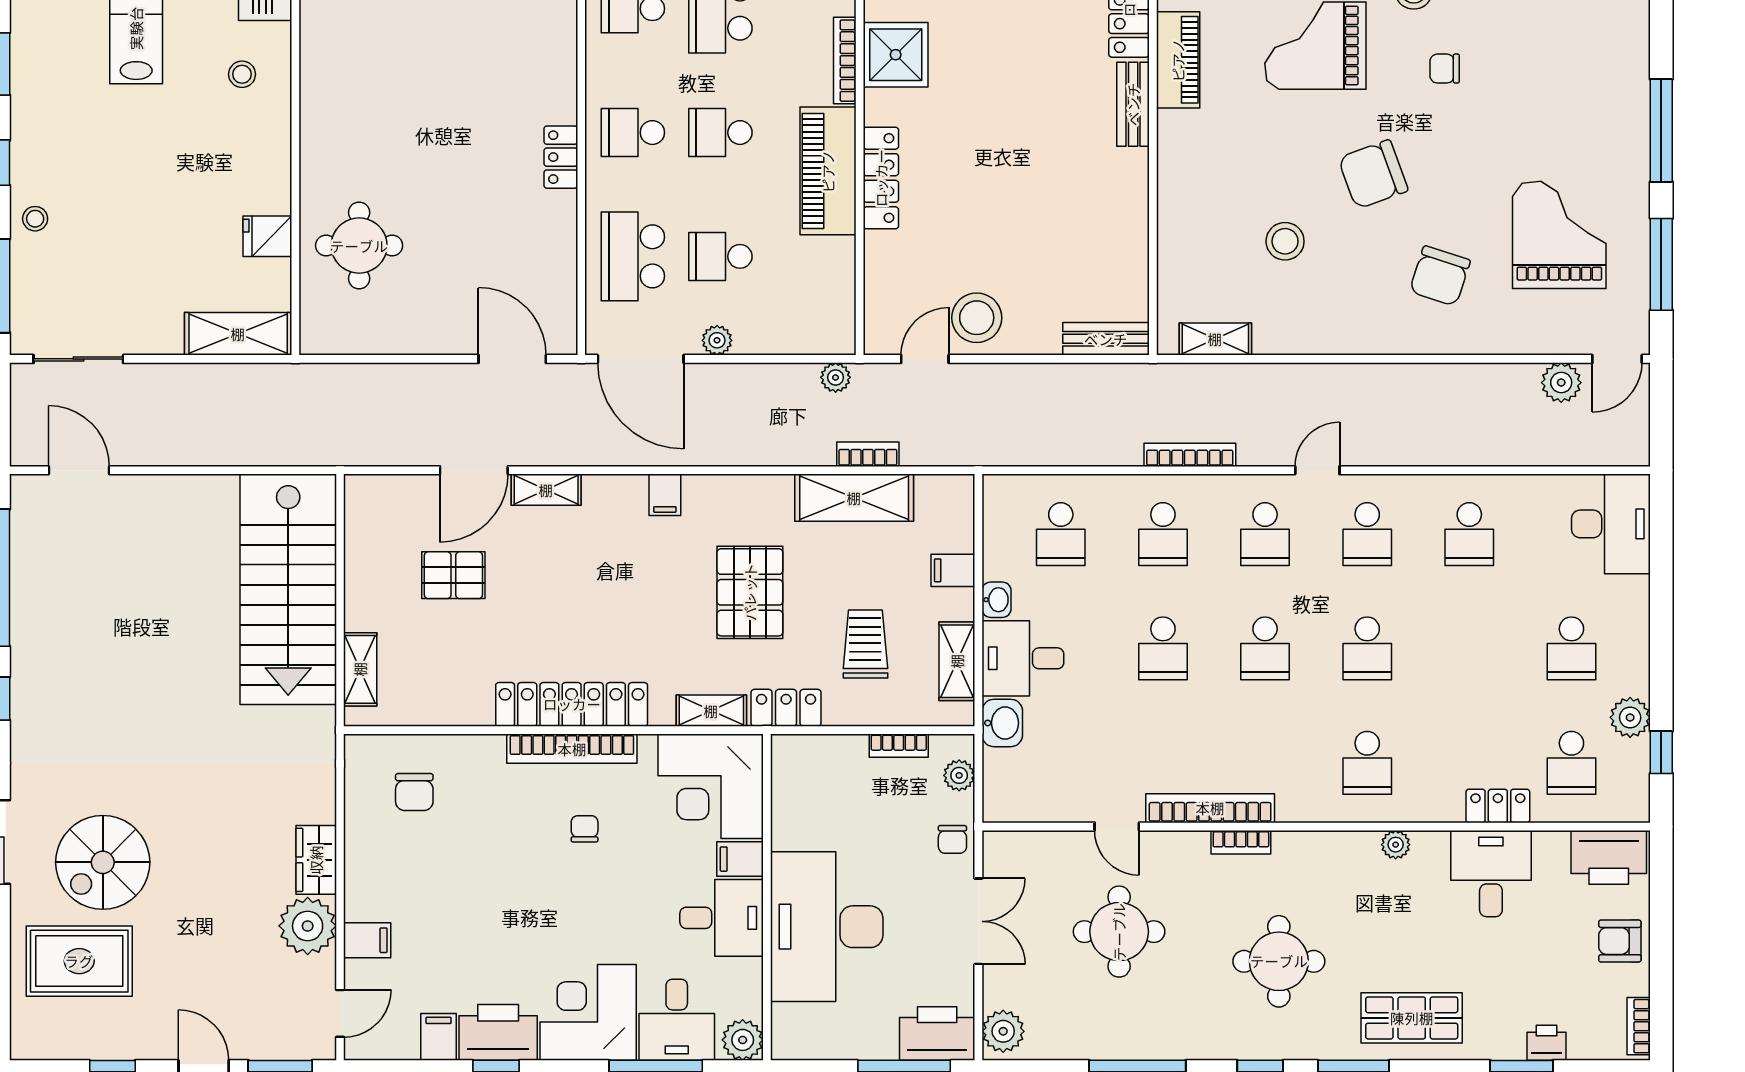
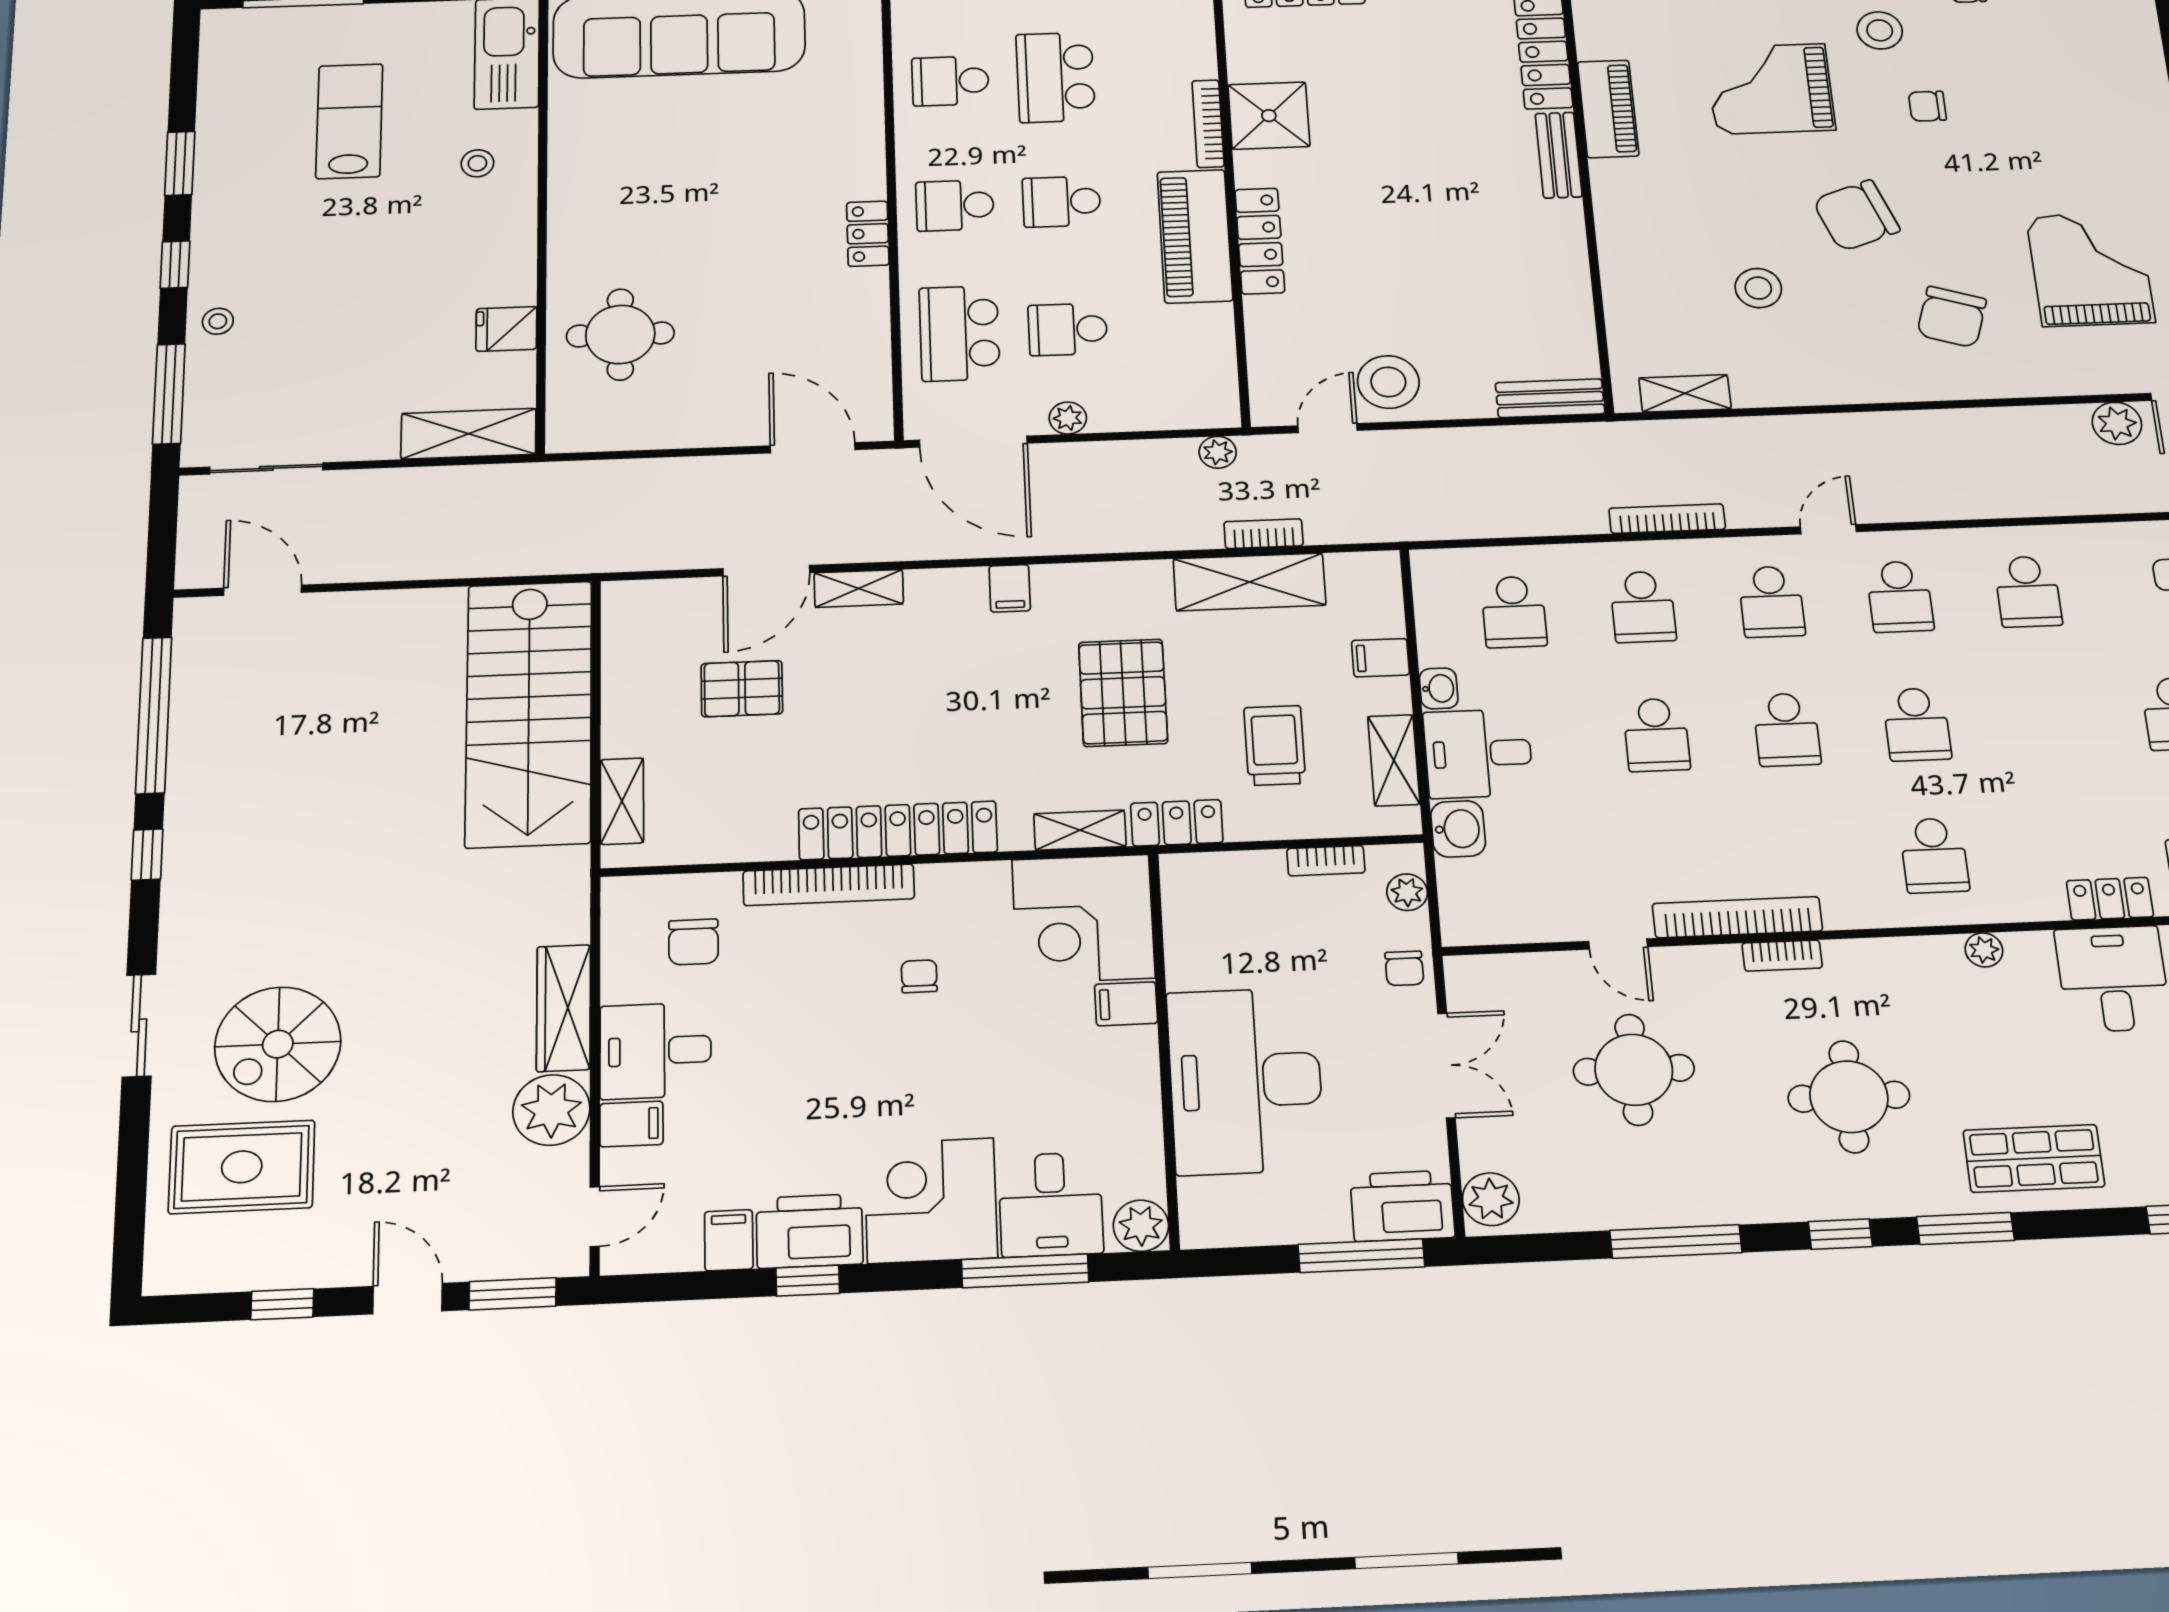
bookcase: (572, 749) -> (829, 885), moved
wardrobe: (316, 860) -> (563, 1008), width x1.50
desk: (722, 918) -> (655, 1051), moved, turned 180

